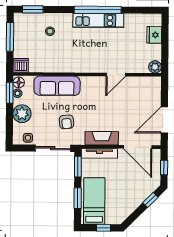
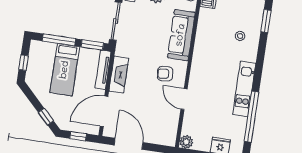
window: (98, 10) -> (251, 117), moved
armchair: (66, 122) -> (165, 74), moved
window: (78, 198) -> (59, 40), width x1.44
bed: (94, 201) -> (65, 70), moved, turned 90

